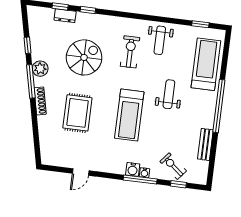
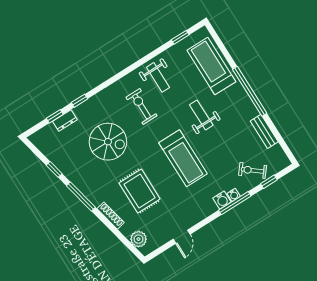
spiral stairs: (84, 57) -> (108, 142), turned 90
plant: (40, 69) -> (138, 239), moved
shoe rack: (40, 101) -> (111, 216), moved

